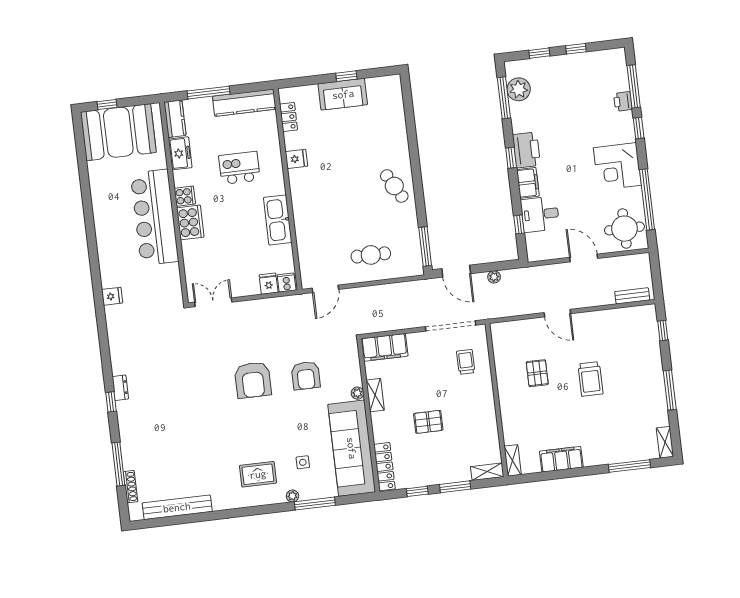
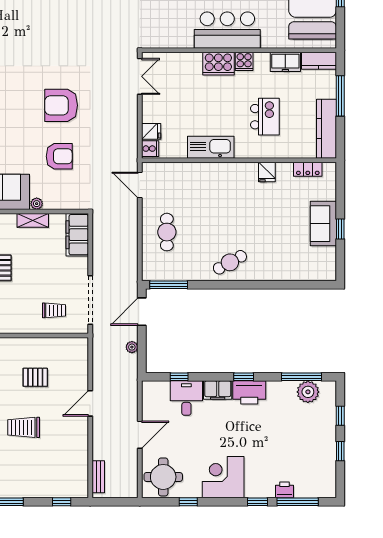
window: (647, 200) -> (188, 502), width x0.32
bar counter: (155, 217) -> (227, 30), width x0.73
armchair: (306, 376) -> (59, 156), turned 180

